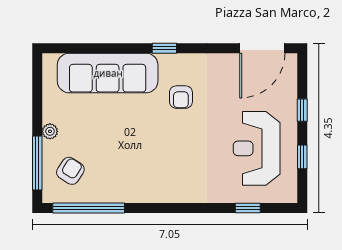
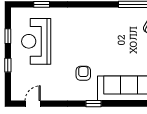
door: (262, 48) -> (33, 104), width x0.53
reception desk: (257, 148) -> (36, 41), turned 180

